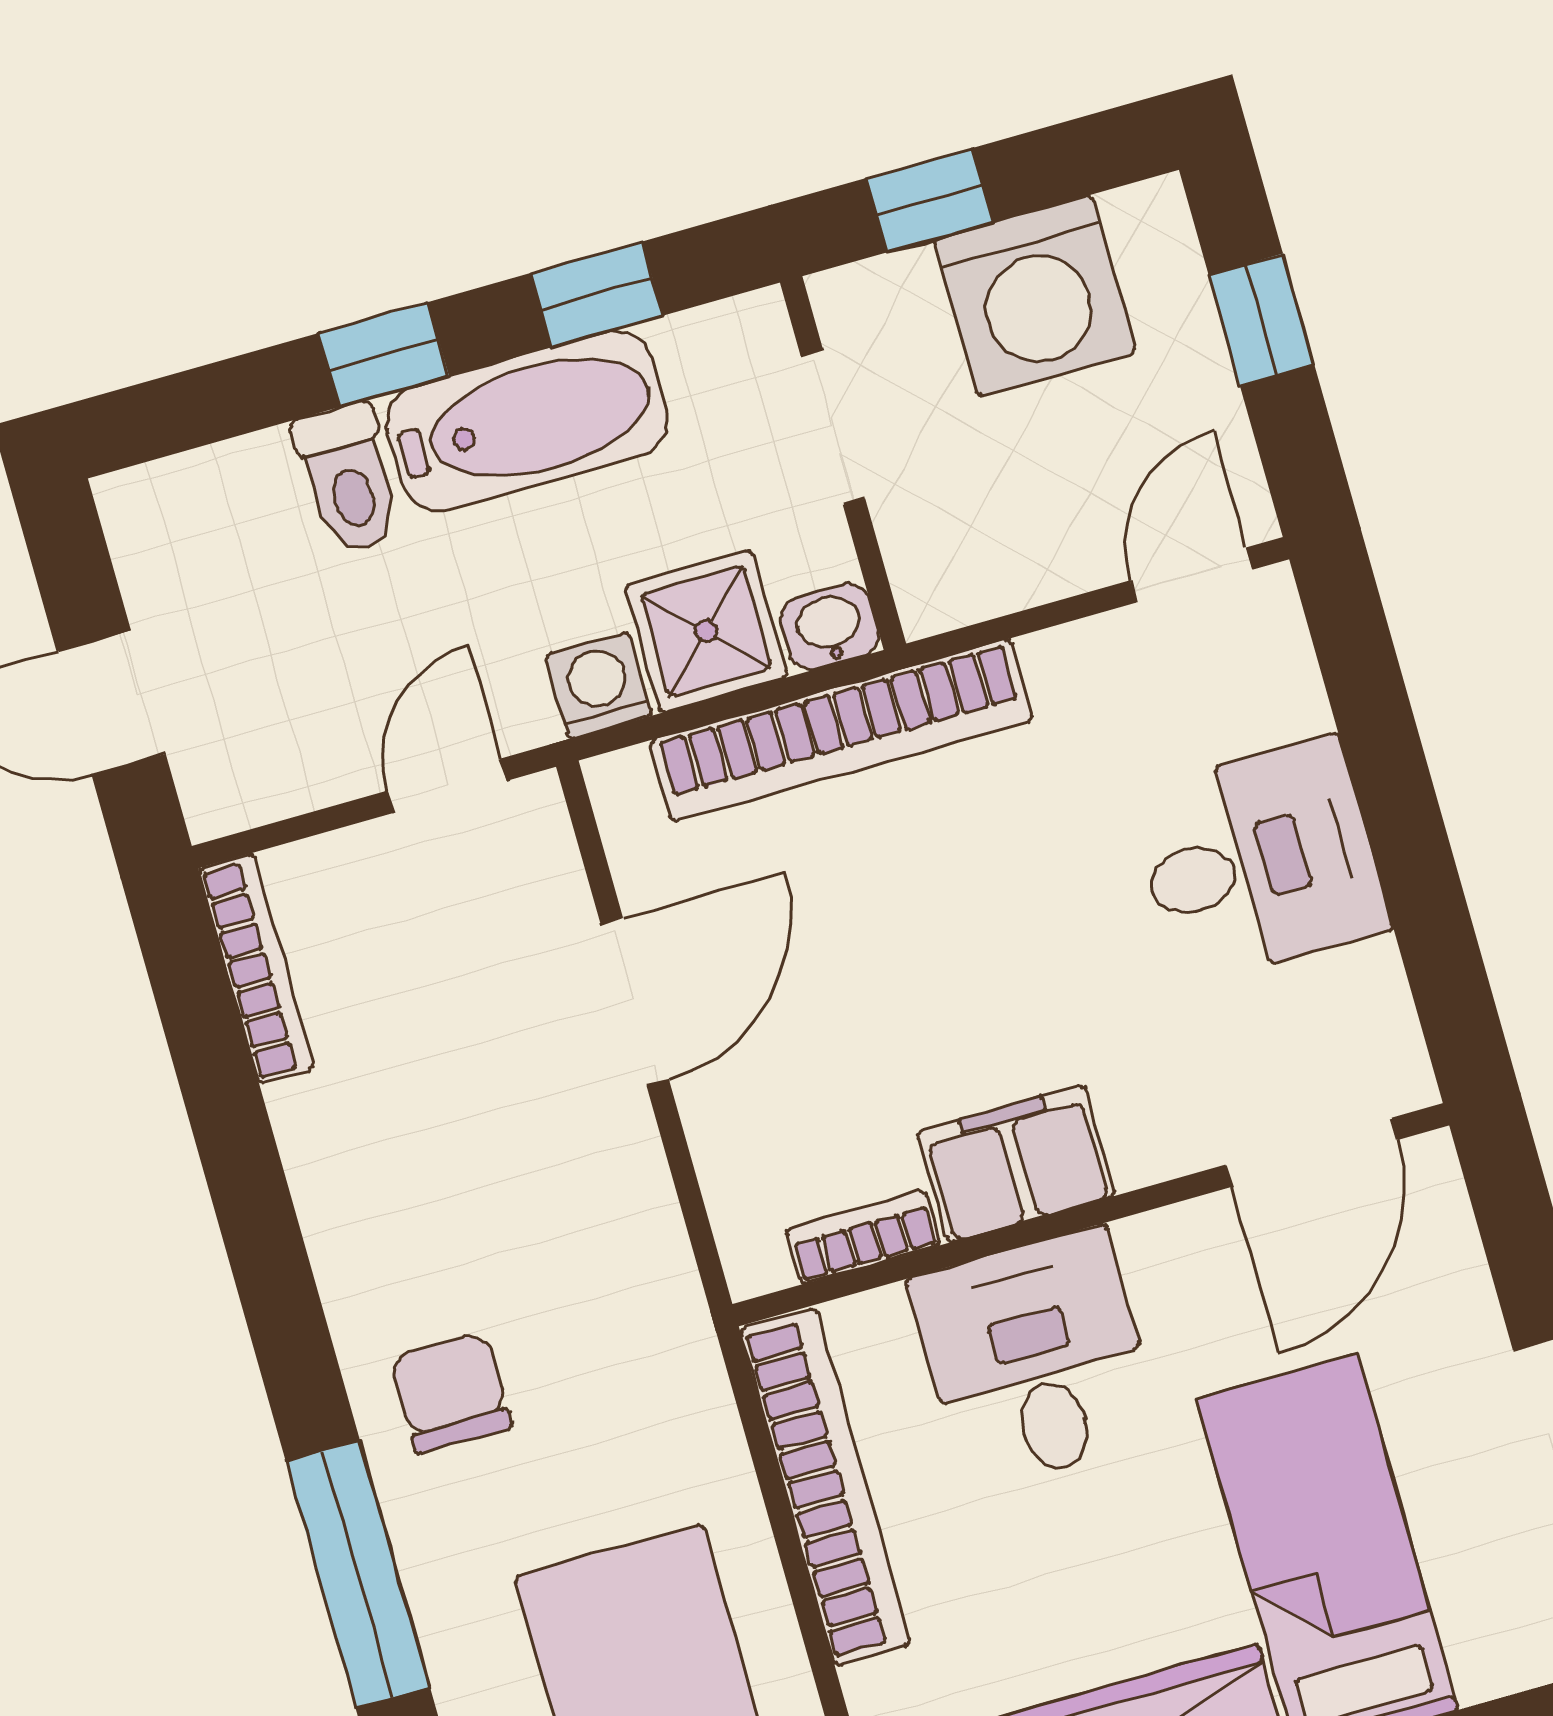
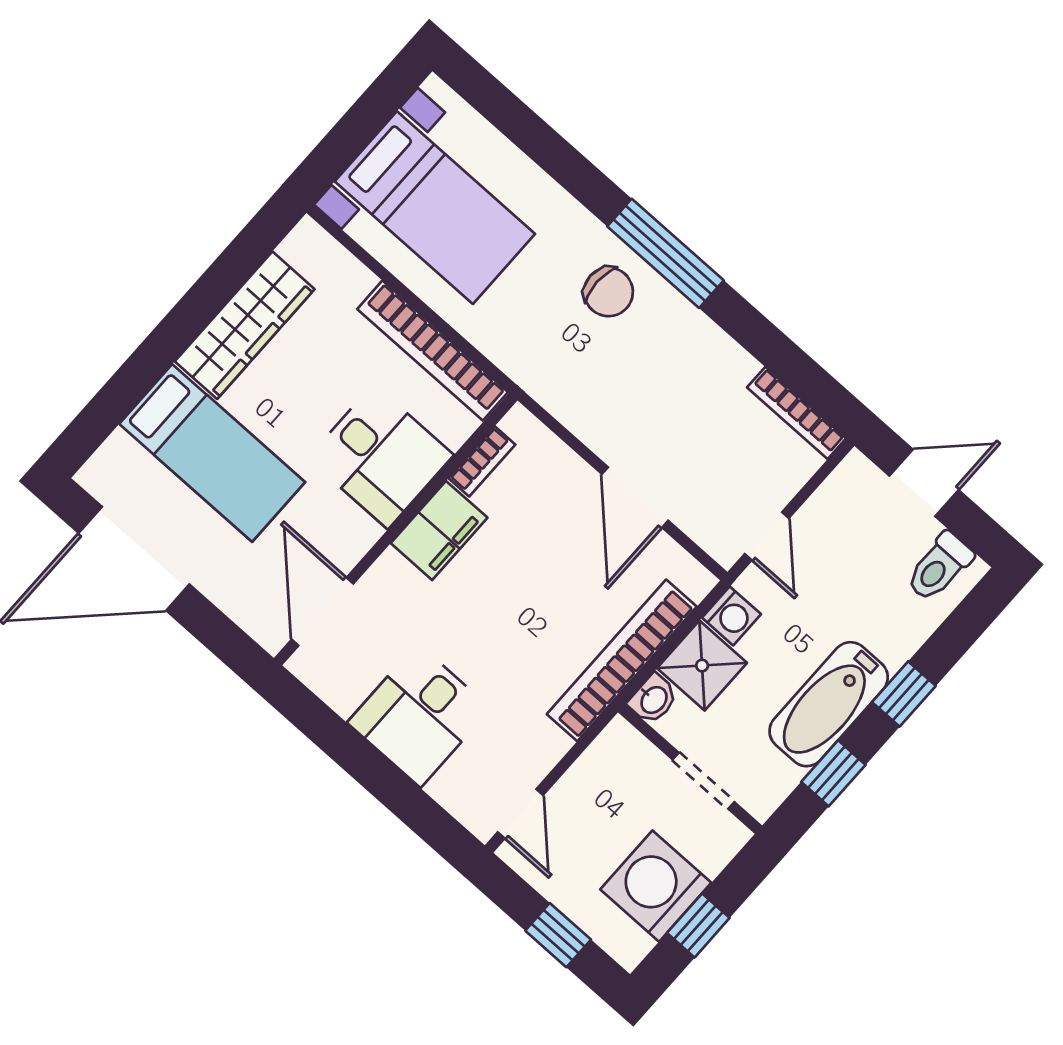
window: (929, 200) -> (698, 925), moved
toilet: (348, 479) -> (939, 567), moved, turned -90
window: (358, 1574) -> (665, 253), moved

